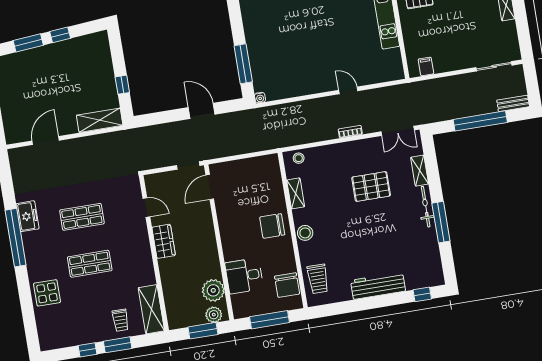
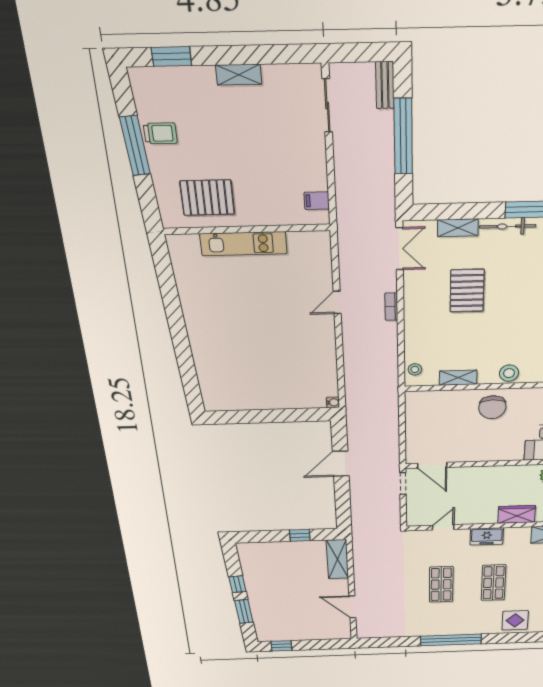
window: (243, 64) -> (289, 415), removed
freezer: (28, 216) -> (487, 536), moved, turned 180
wardrobe: (164, 241) -> (517, 514), moved

